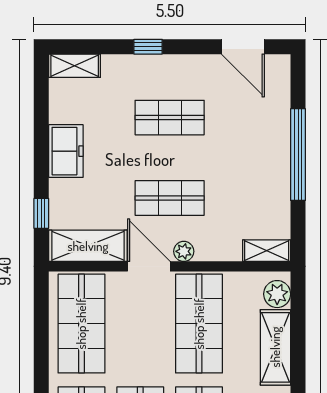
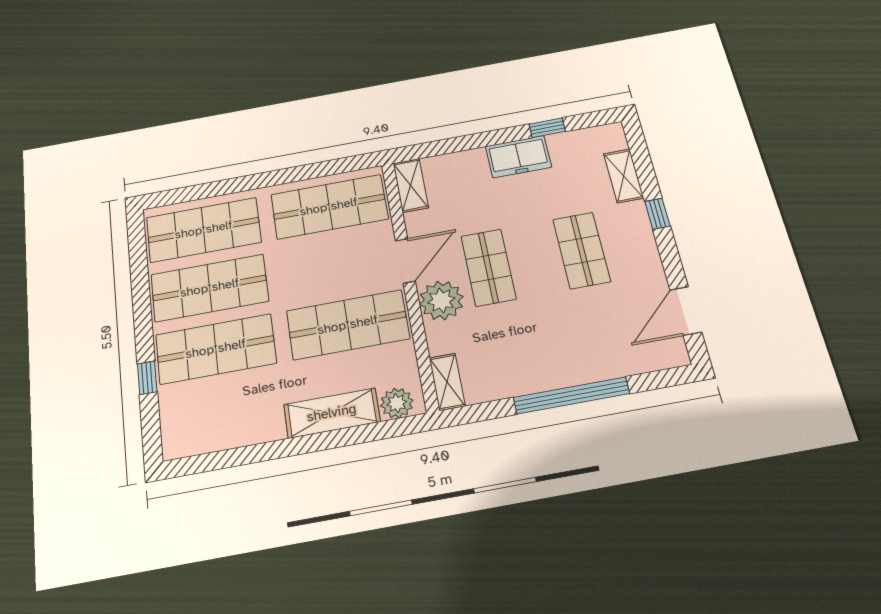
shelving: (75, 66) -> (624, 176), moved
window: (41, 213) -> (547, 128), moved
shelving: (88, 246) -> (411, 185), width x0.67, depth x0.75
plant: (184, 251) -> (441, 300), width x1.88, depth x1.88

